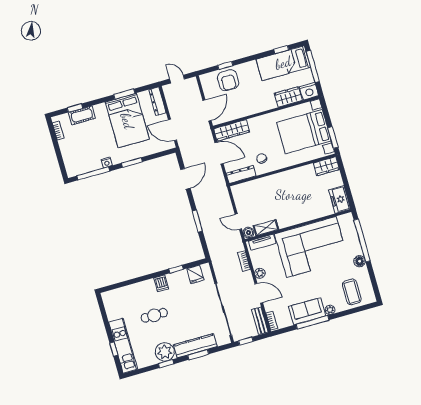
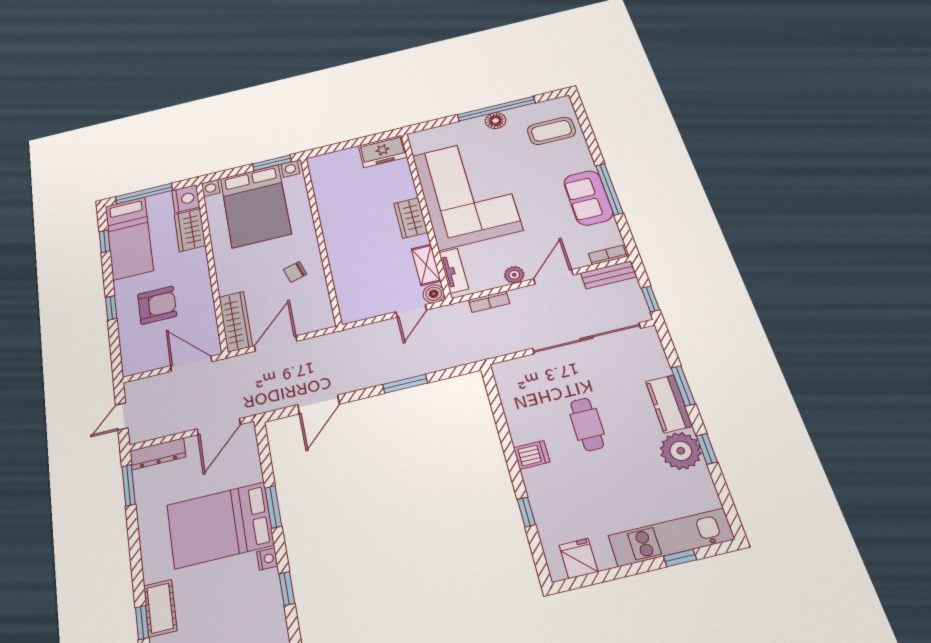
window: (225, 65) -> (111, 308), moved
armchair: (228, 80) -> (157, 305), moved
window: (124, 94) -> (129, 485), moved
bed: (127, 121) -> (220, 525), moved, turned 180
wardrobe: (326, 166) -> (411, 218), moved, turned 180
window: (93, 173) -> (287, 588), width x0.46
dresser: (241, 175) -> (321, 306), removed
door: (185, 179) -> (318, 404), swing flipped
window: (362, 240) -> (496, 109), moved
window: (176, 269) -> (526, 512), moved
fridge: (195, 274) -> (578, 558), moved, turned -90
plant: (330, 310) -> (585, 163), removed
cafe table: (154, 315) -> (587, 424), moved
kitchen counter: (195, 346) -> (669, 404), width x0.67

